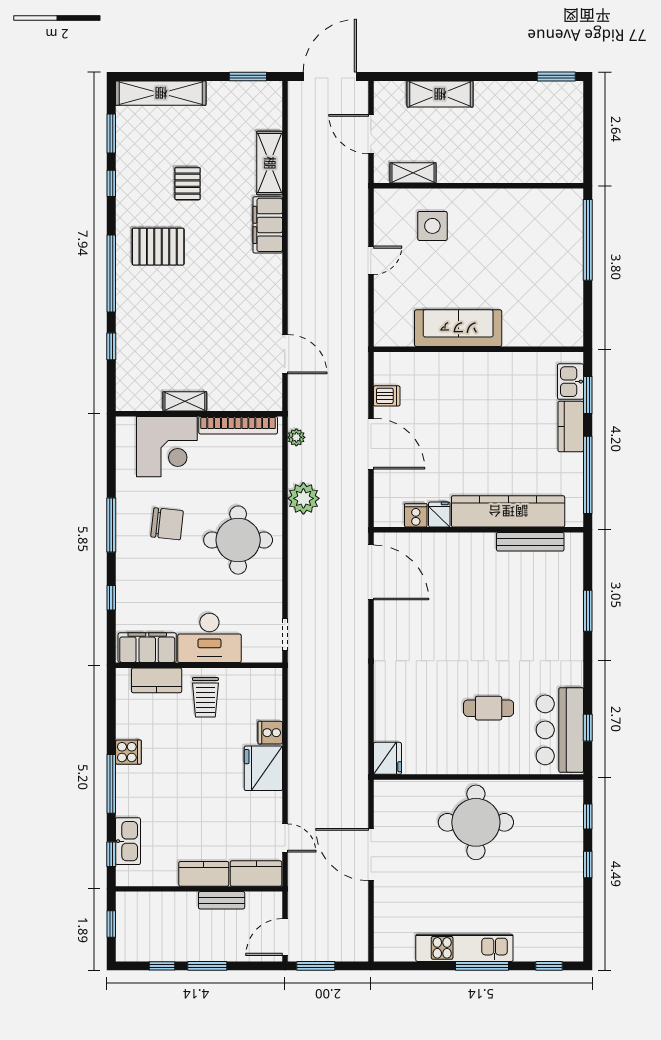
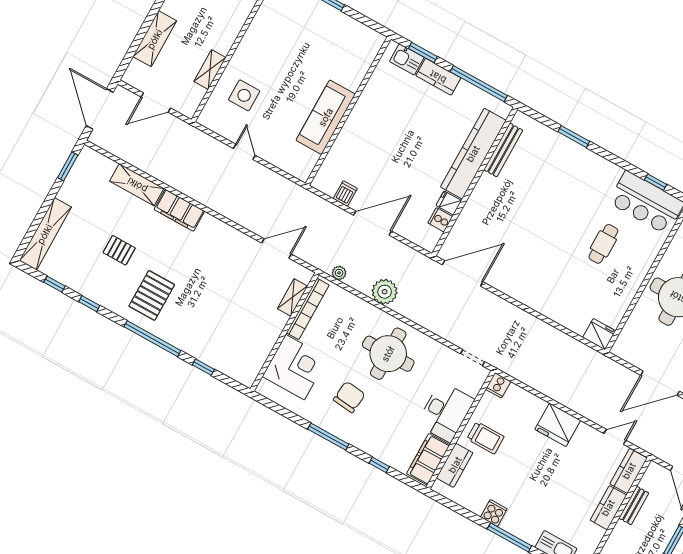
window: (111, 134) -> (54, 284), width x0.67
shelving: (413, 173) -> (210, 70), moved
shelving: (185, 401) -> (292, 297), moved
cooker: (270, 733) -> (498, 385), moved

